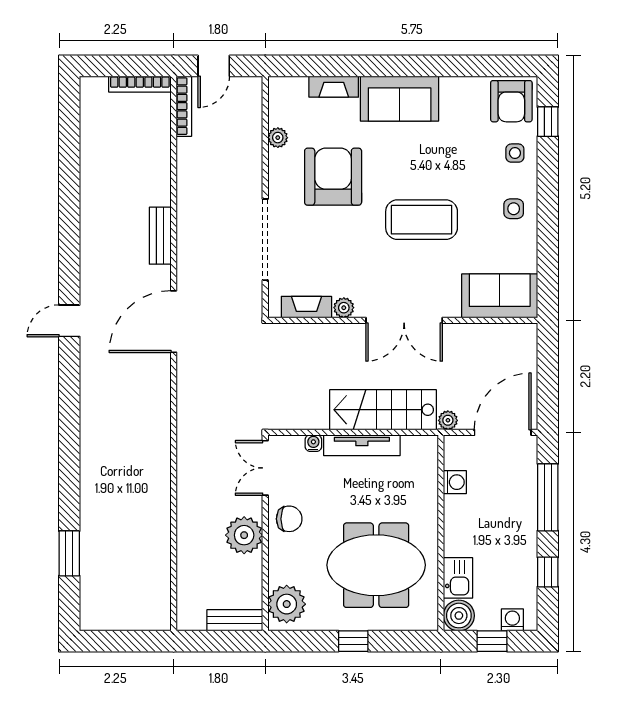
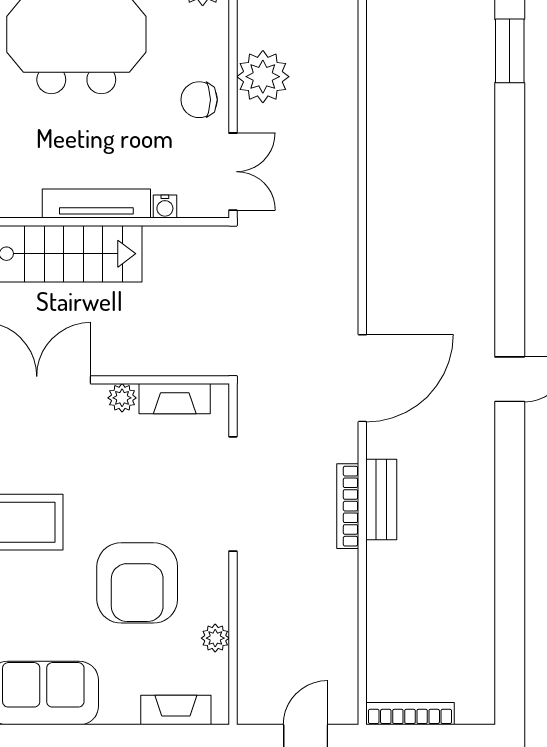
fireplace: (334, 87) -> (176, 710), moved
bookcase: (184, 106) -> (348, 506), moved

